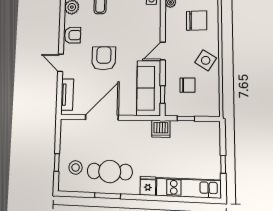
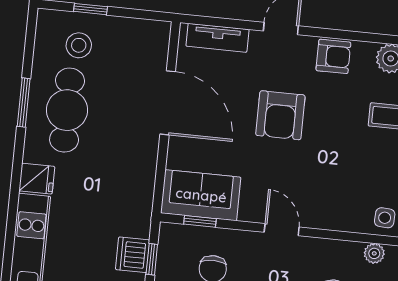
armchair: (73, 35) -> (333, 56), turned -90
armchair: (104, 58) -> (280, 115), turned 90
sofa: (149, 88) -> (201, 195), width x0.73
dishwasher: (161, 129) -> (133, 255), moved

